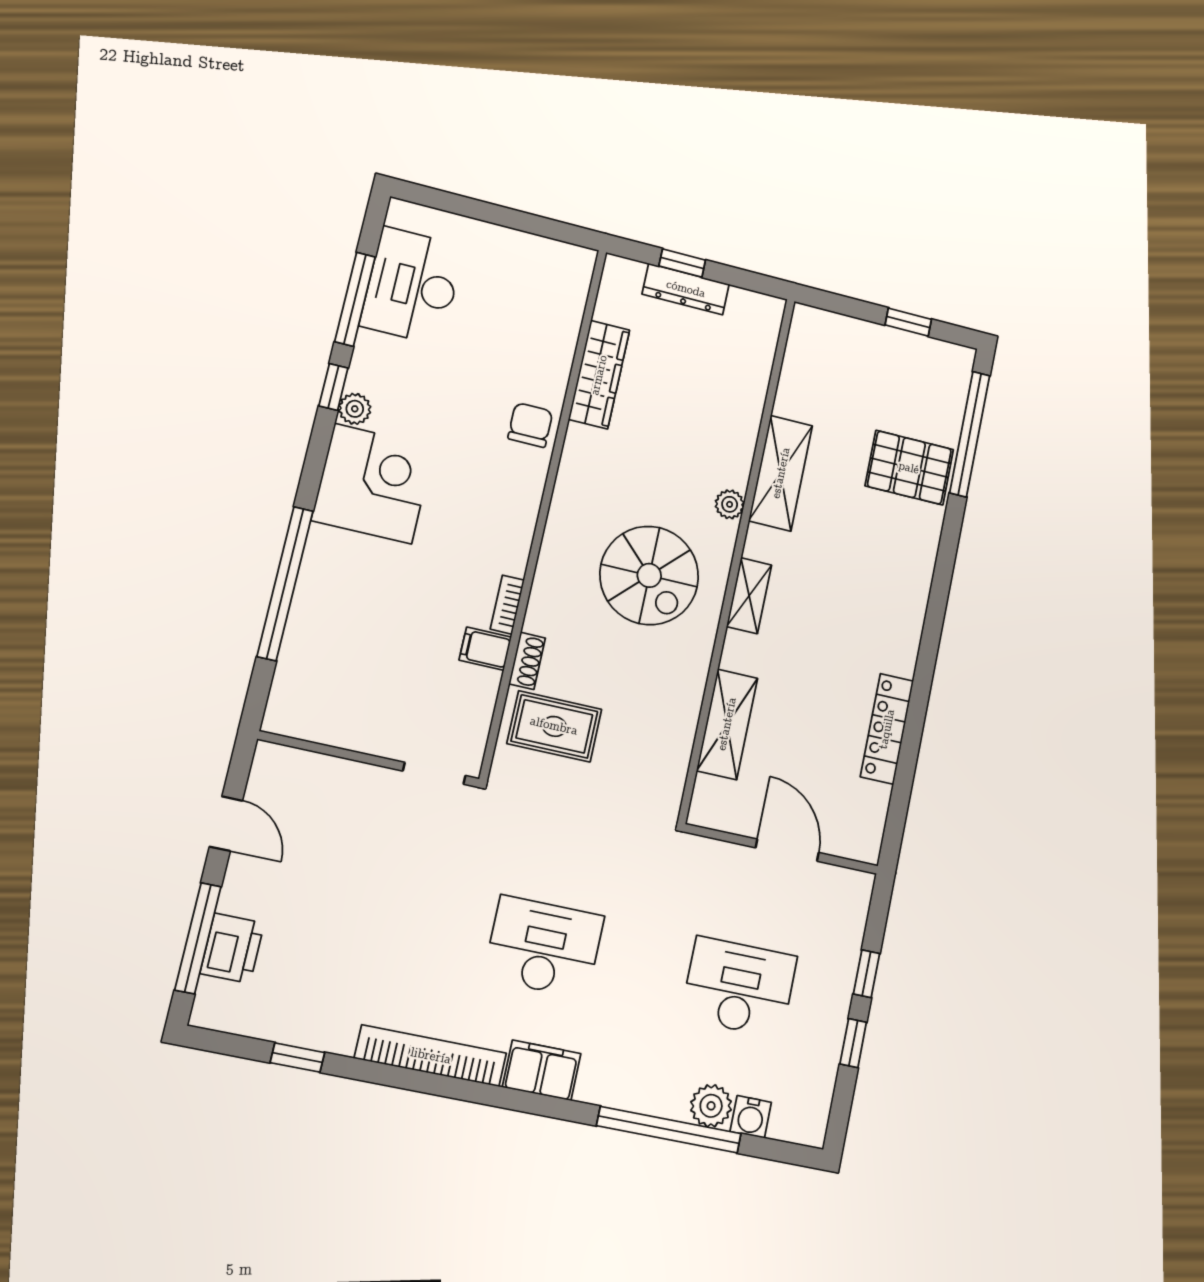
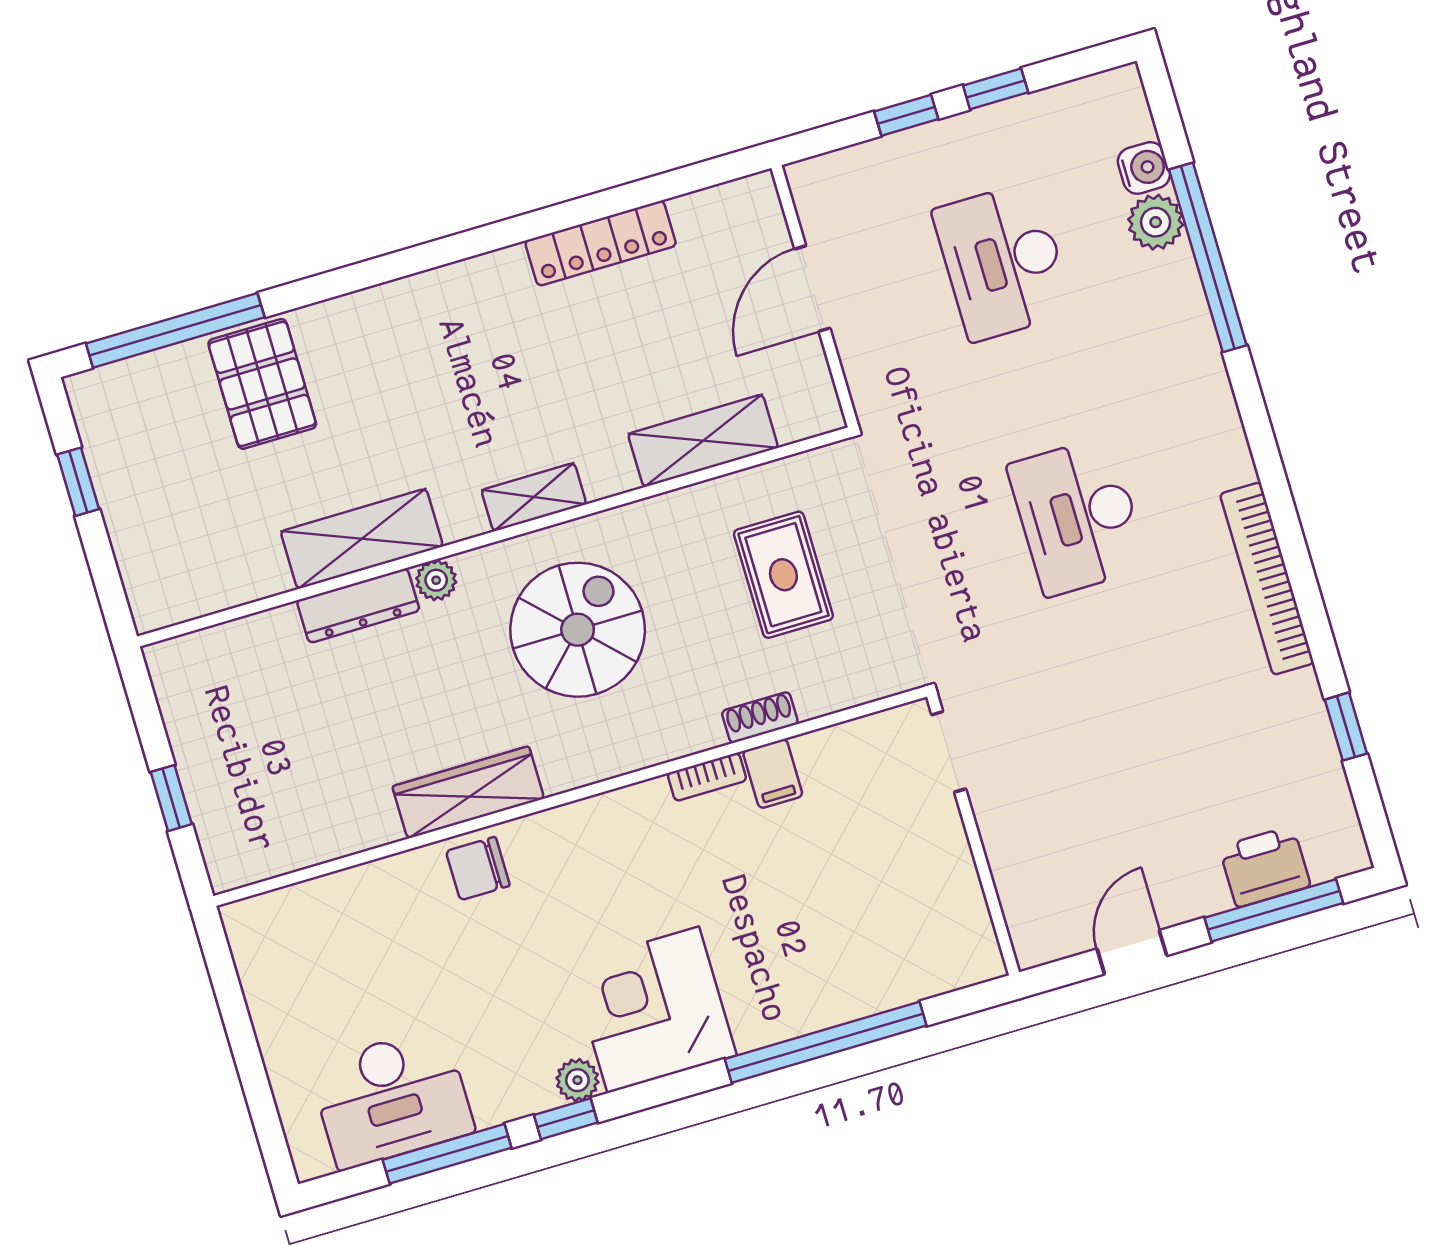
dresser: (686, 289) -> (358, 606), moved, turned 90
wardrobe: (599, 375) -> (468, 792), moved
rug: (554, 726) -> (783, 575), moved
filing cabinet: (542, 1070) -> (1218, 443), removed

